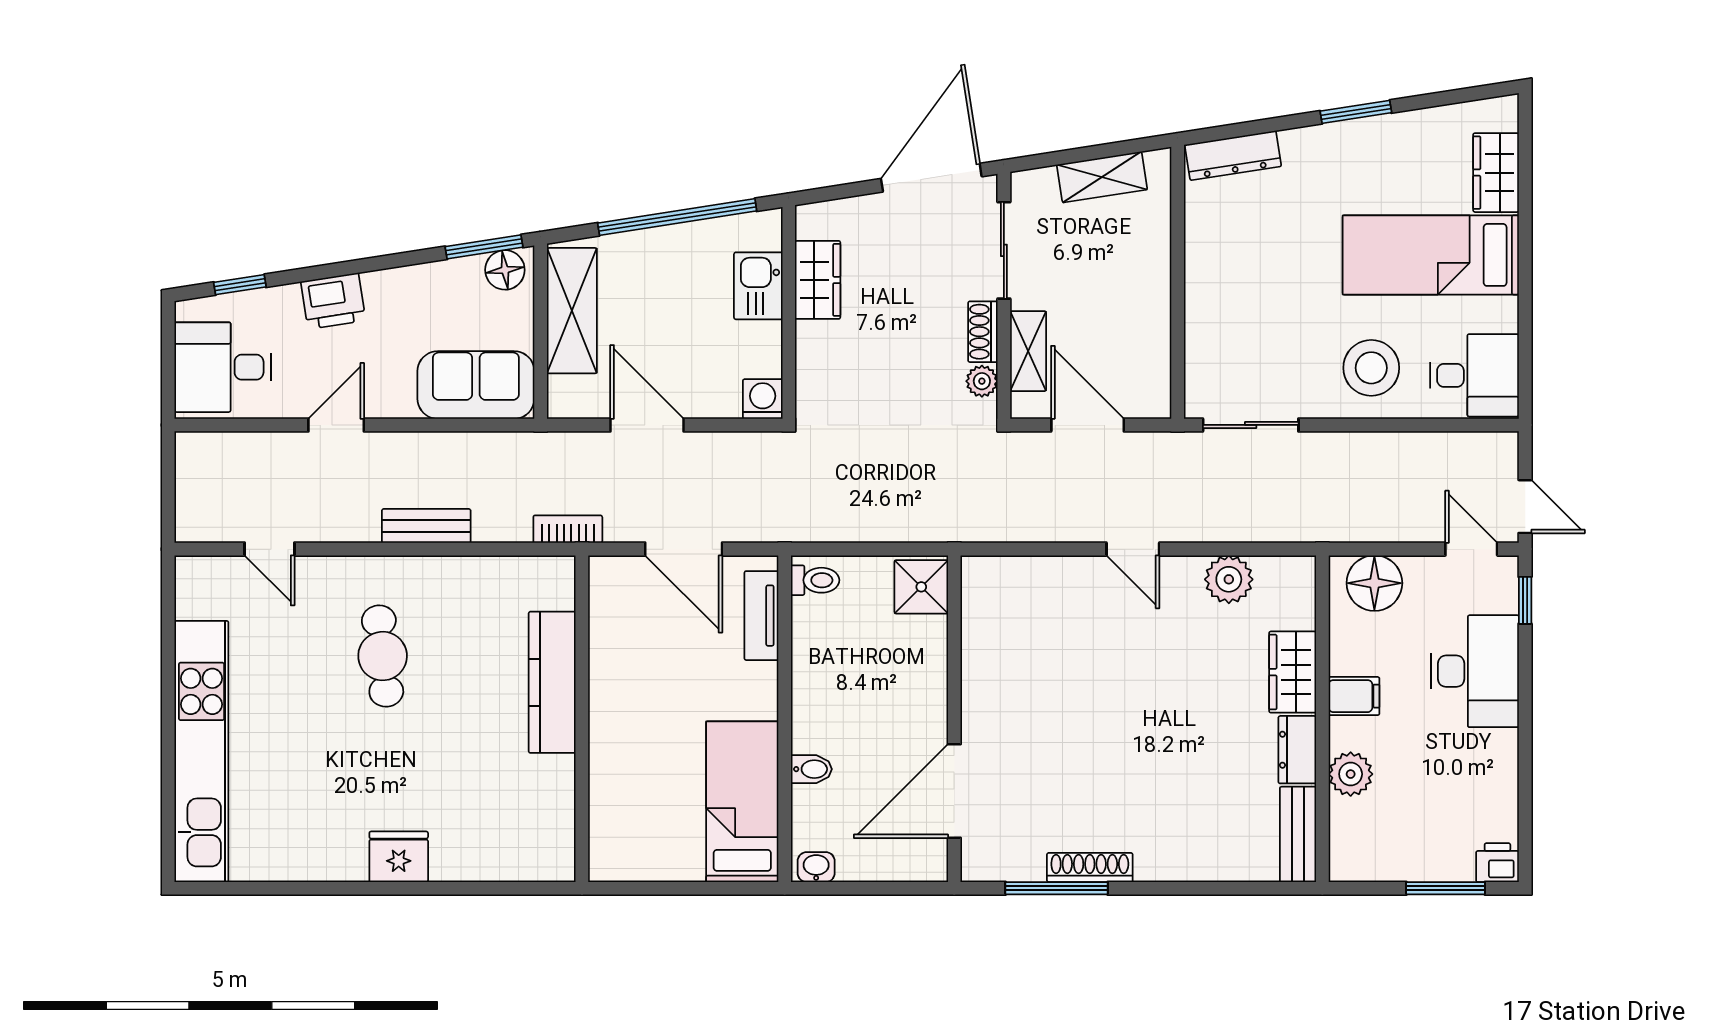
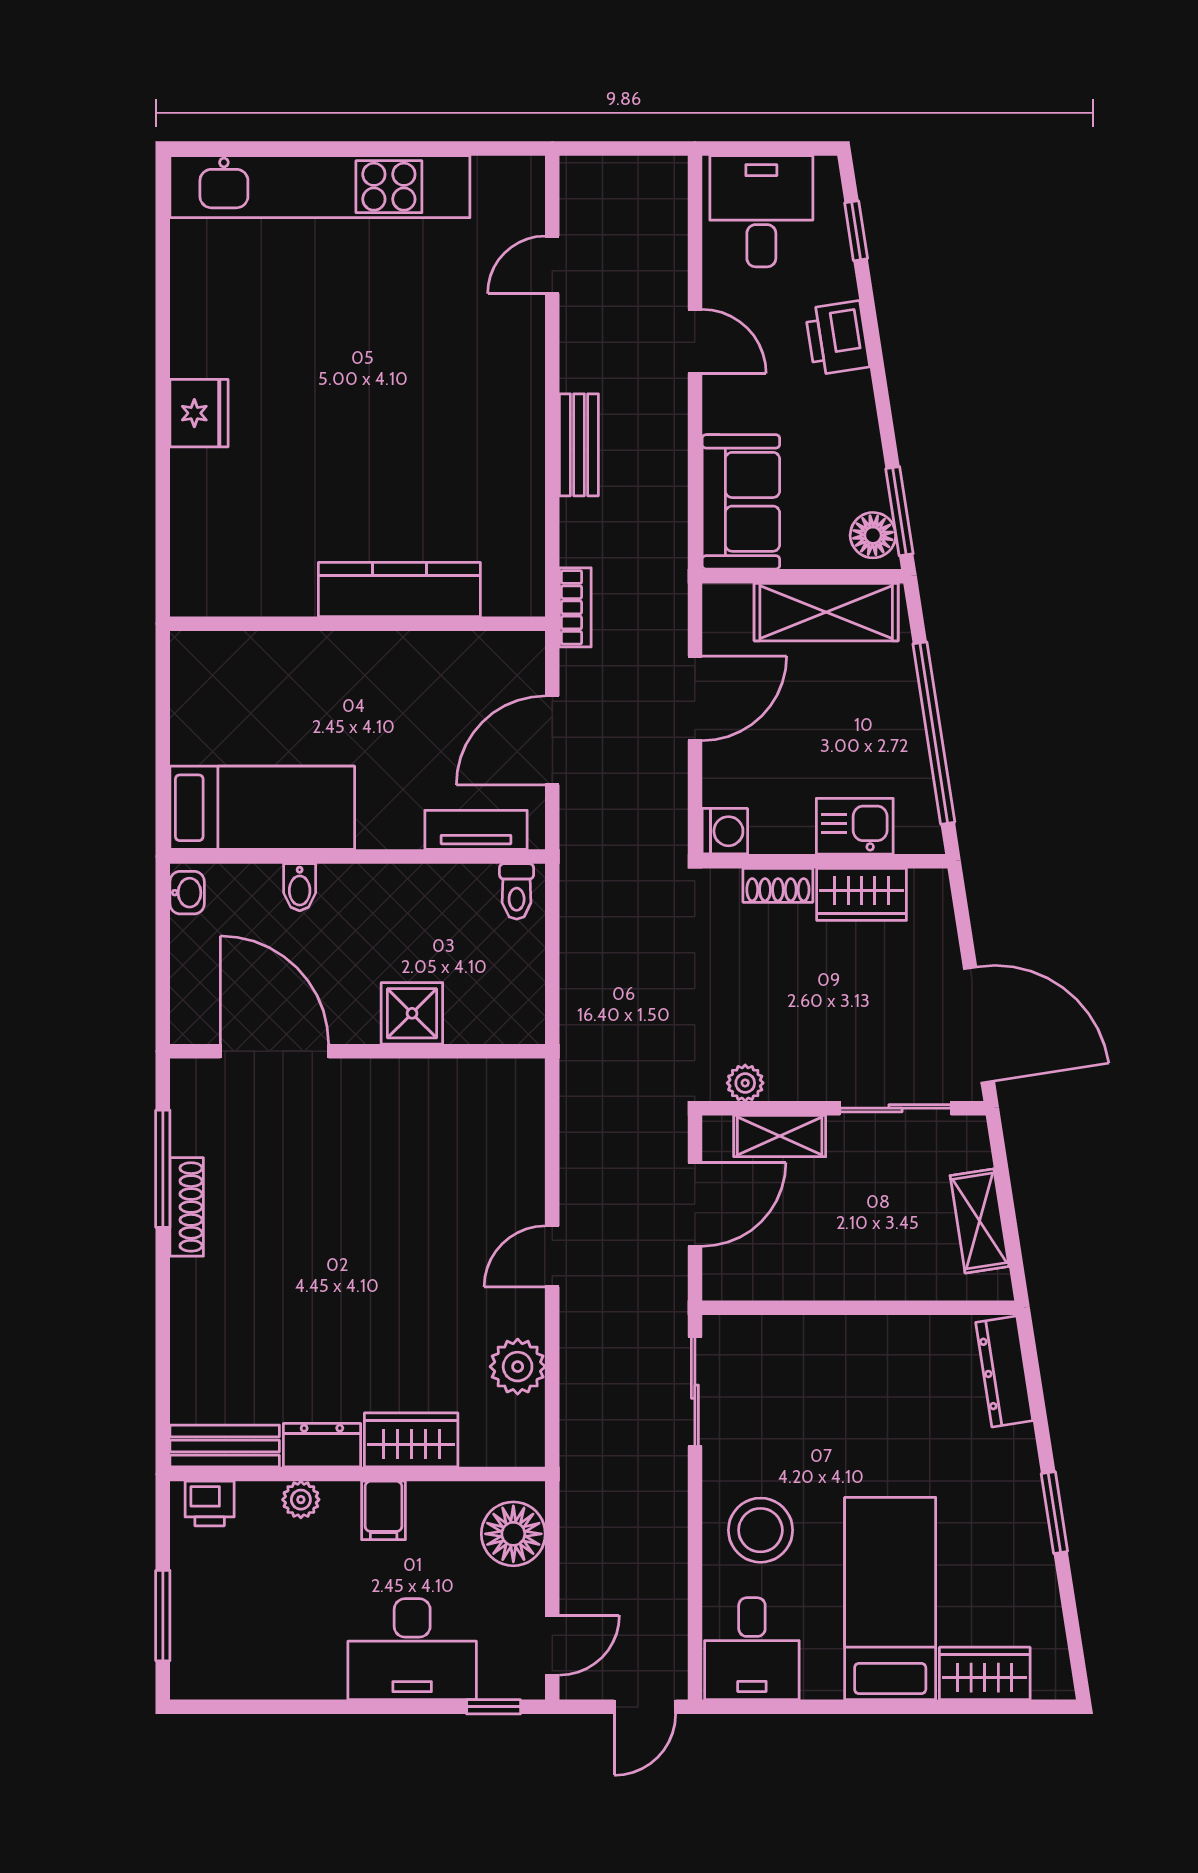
shoe rack: (983, 332) -> (778, 885), moved, turned 180
door: (1525, 507) -> (645, 1707), moved
shower: (921, 587) -> (412, 1013), moved
cafe table: (383, 656) -> (430, 395), removed
plant: (1351, 774) -> (301, 1500), width x0.73, depth x0.73
printer: (1497, 863) -> (210, 1504), moved, turned 90

